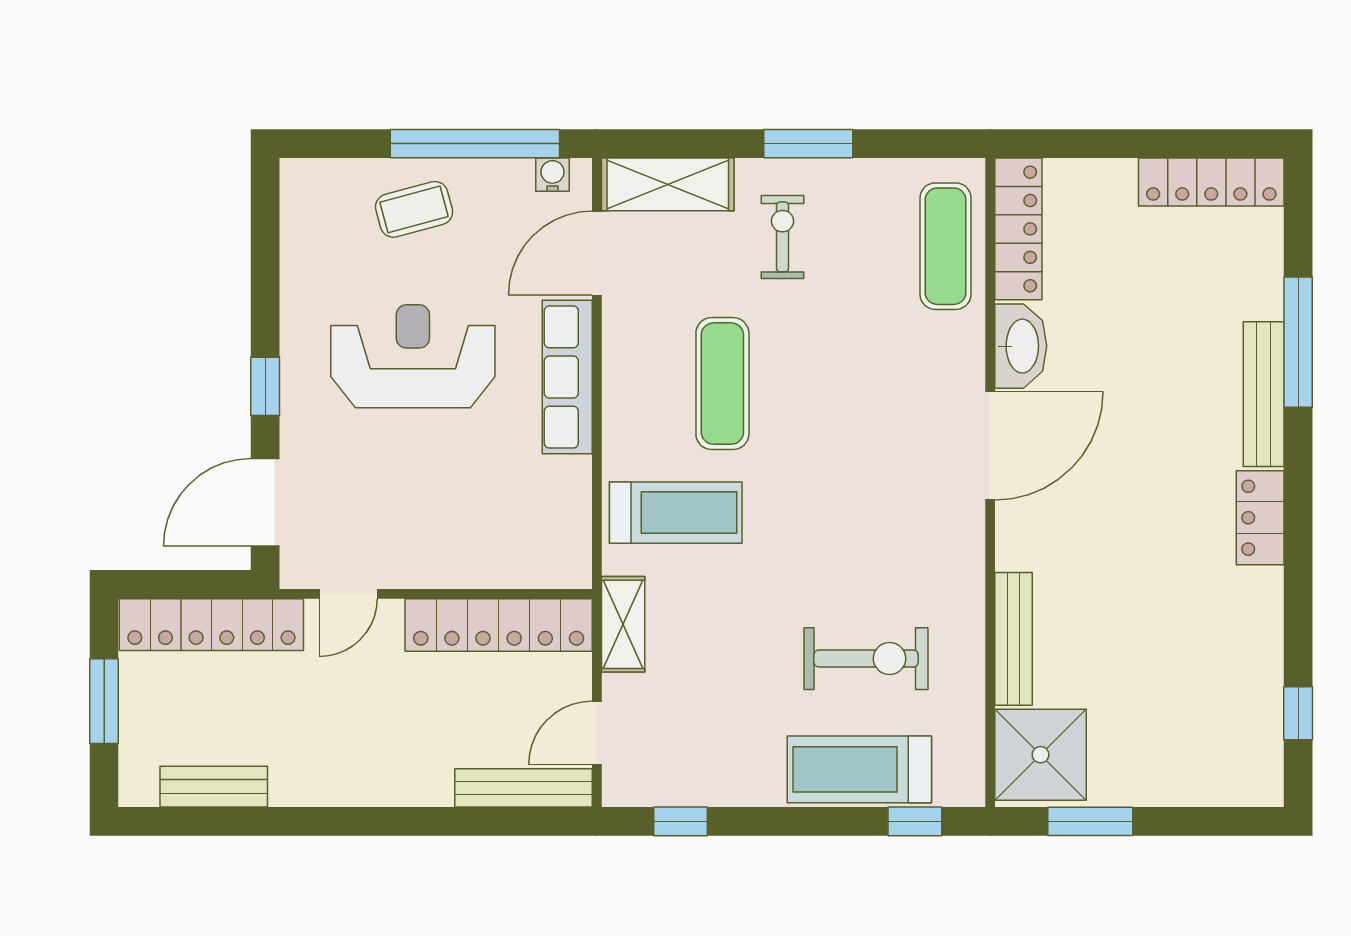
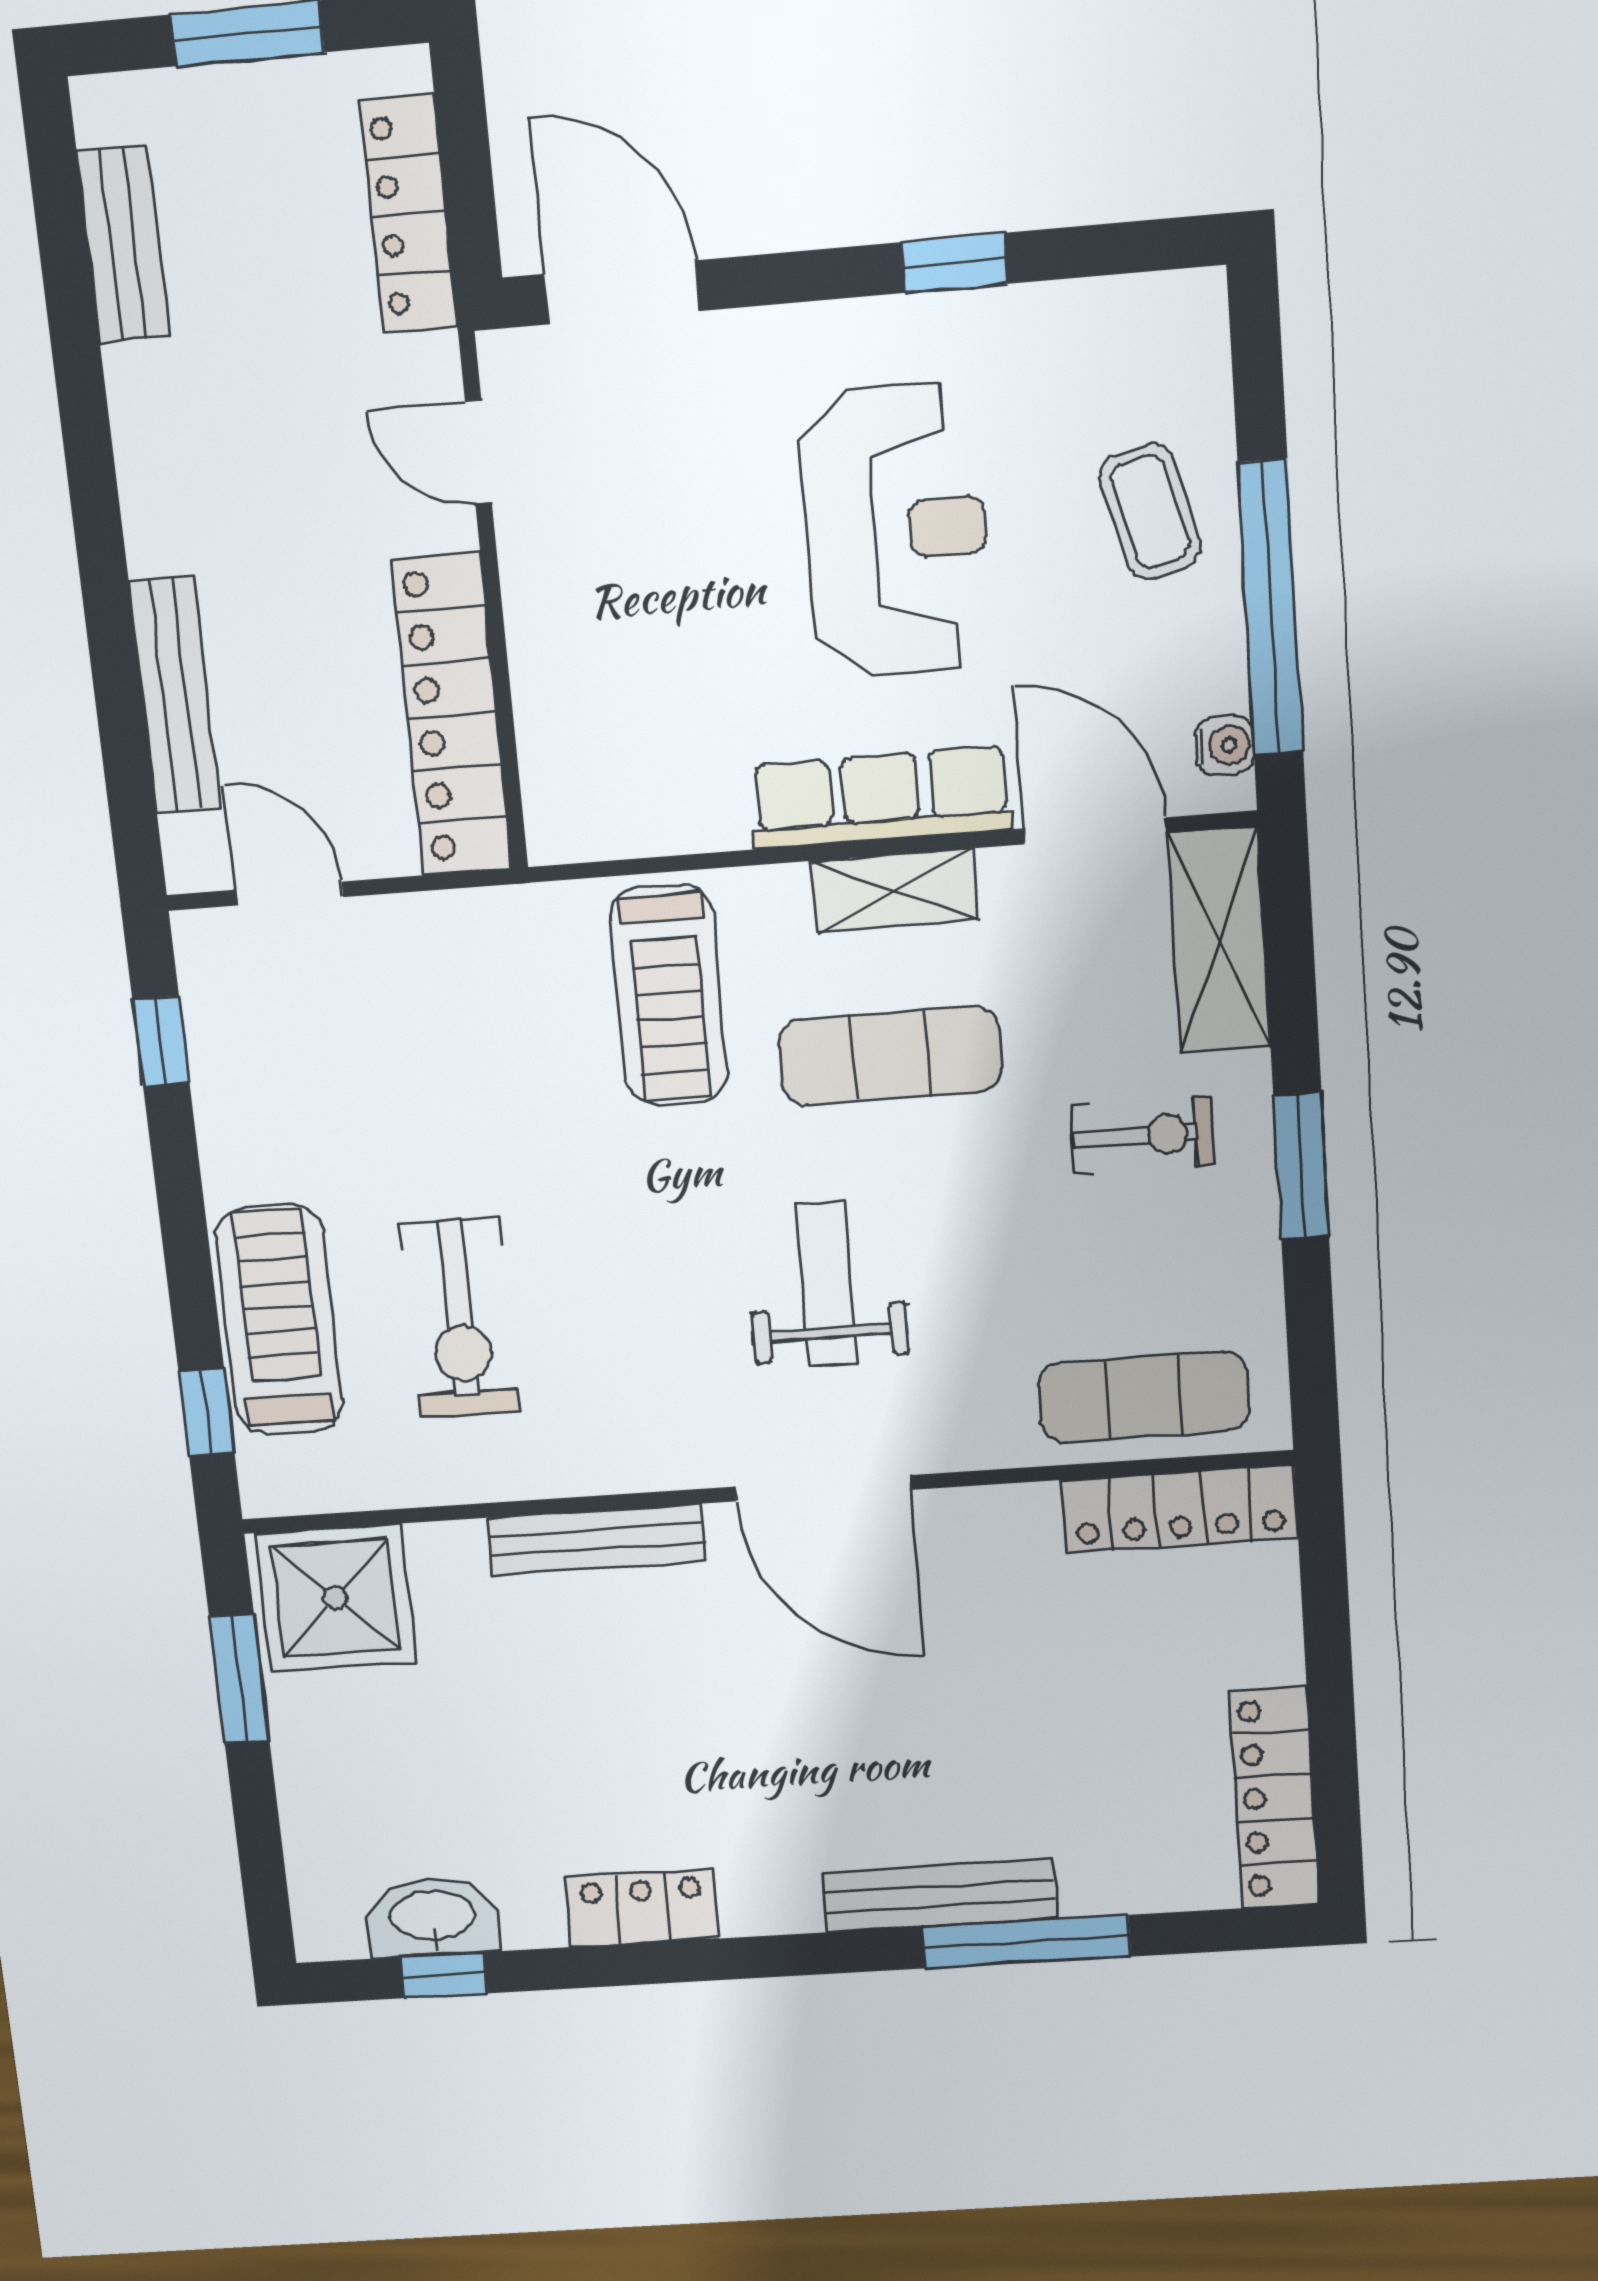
washbasin: (1021, 346) -> (432, 1917), moved, turned 180
window: (265, 386) -> (954, 263), moved
weight bench: (861, 433) -> (827, 1284), added
locker: (1260, 518) -> (642, 1908), moved
shelving: (623, 624) -> (895, 891), moved
locker: (211, 625) -> (409, 215), width x0.71, depth x0.83
bench: (1014, 639) -> (596, 1539), moved
bench: (523, 788) -> (175, 695), moved

